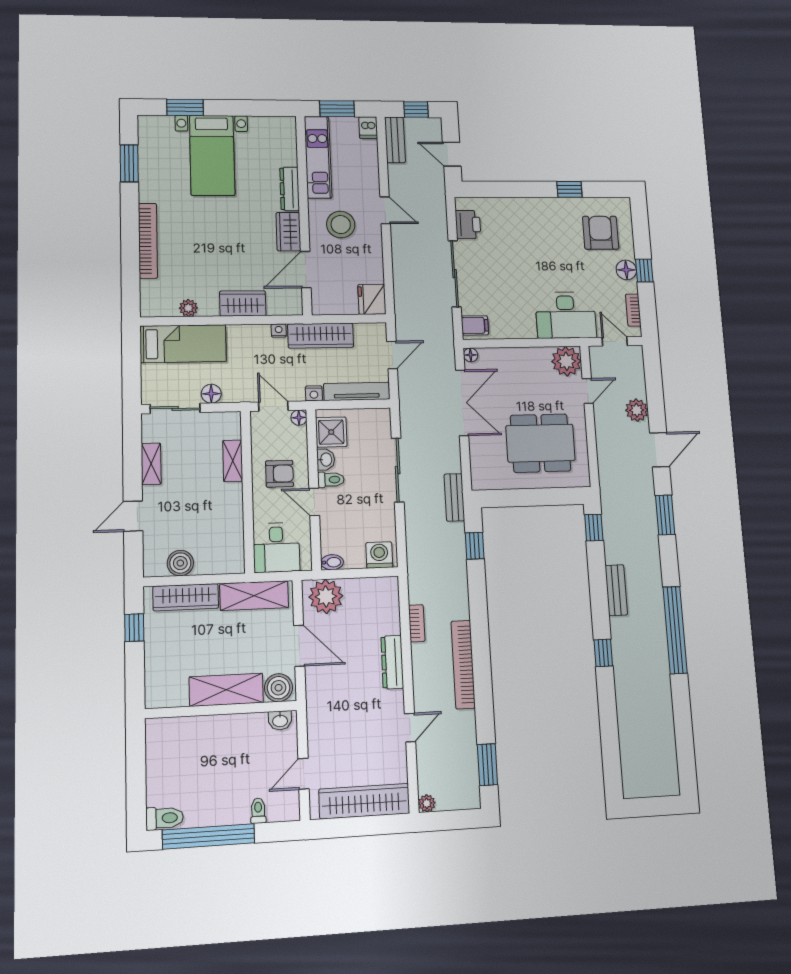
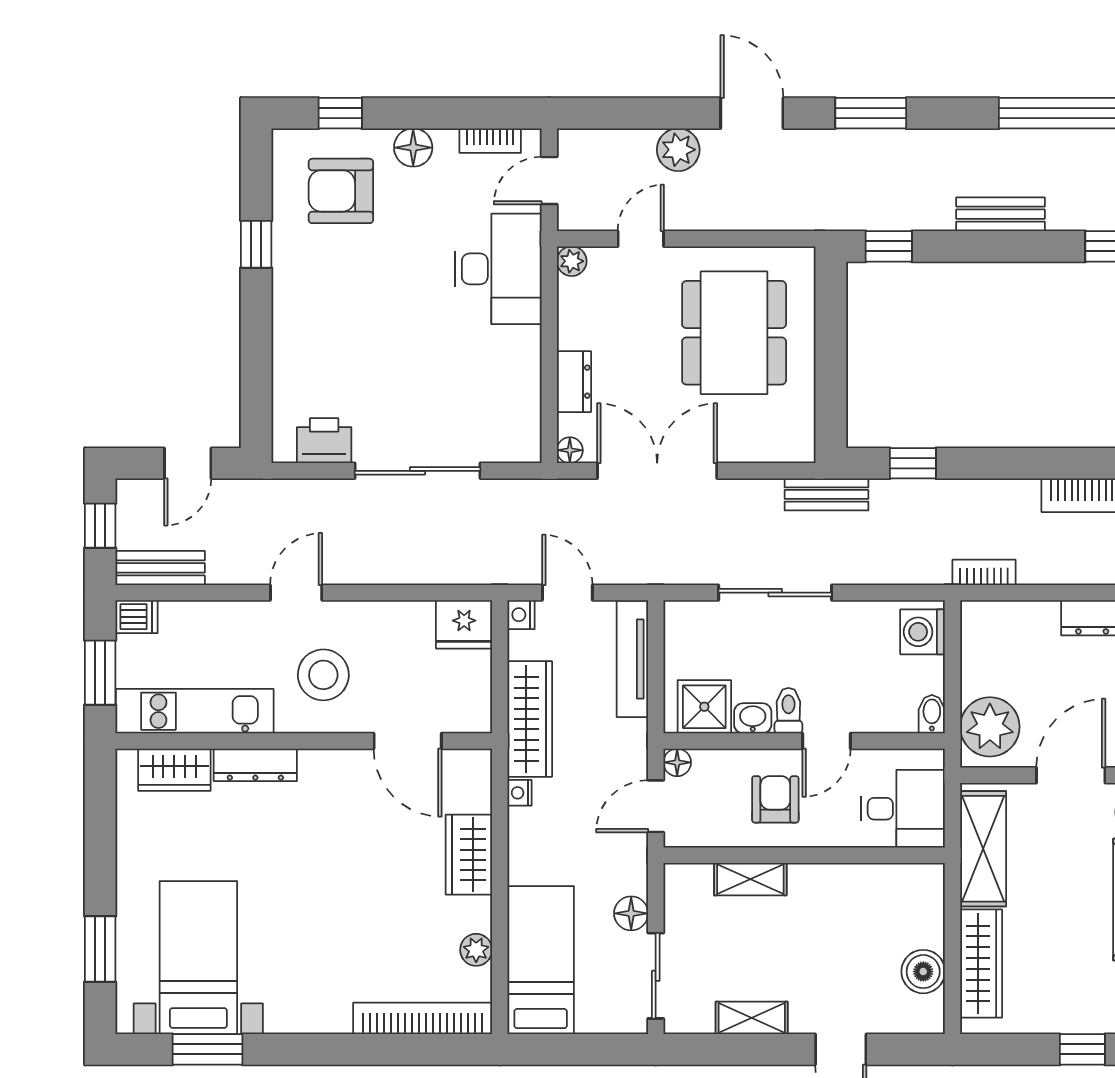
bed with nightstands: (212, 155) -> (198, 958), moved, turned -90
wardrobe: (288, 232) -> (174, 770), moved
bookcase: (148, 241) -> (423, 1018), moved
window: (644, 270) -> (340, 113), moved
filing cabinet: (475, 325) -> (515, 439), removed
dresser: (508, 356) -> (574, 382), added
plant: (566, 361) -> (572, 261), width x0.53, depth x0.53
door: (588, 391) -> (641, 239), hinge flipped
nightstand: (314, 393) -> (521, 615), moved, turned 180
bookcase: (417, 623) -> (984, 572), moved
window: (134, 628) -> (1082, 1049), moved

